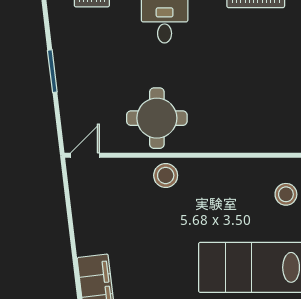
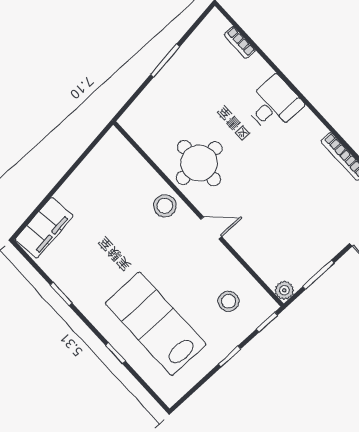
door: (85, 155) -> (211, 228), moved

